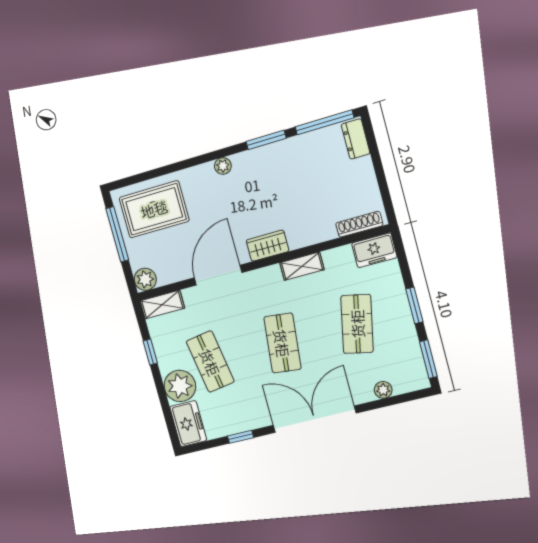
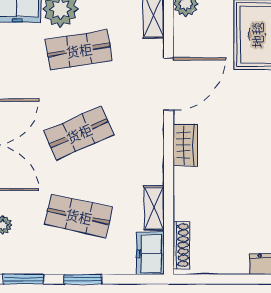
shelving: (302, 266) -> (154, 208), moved
door: (218, 275) -> (169, 84), hinge flipped
shop shelf: (282, 343) -> (79, 133), turned -30

